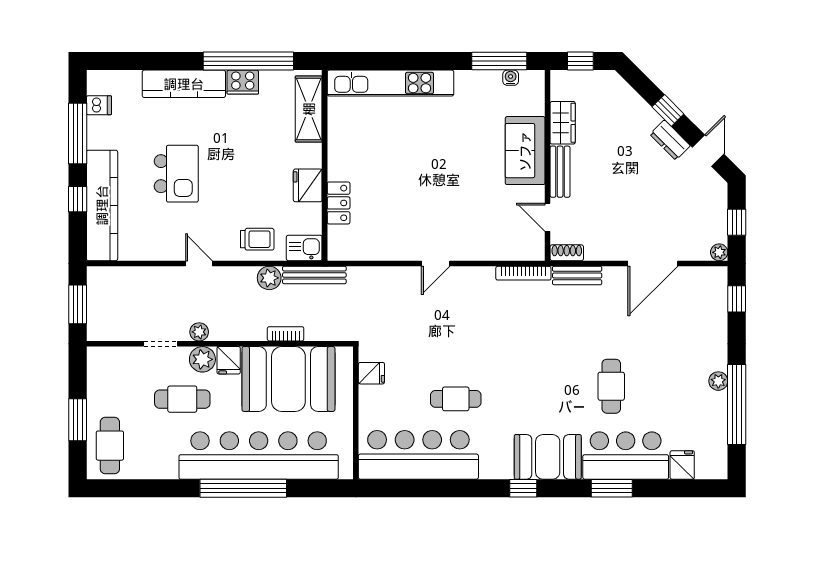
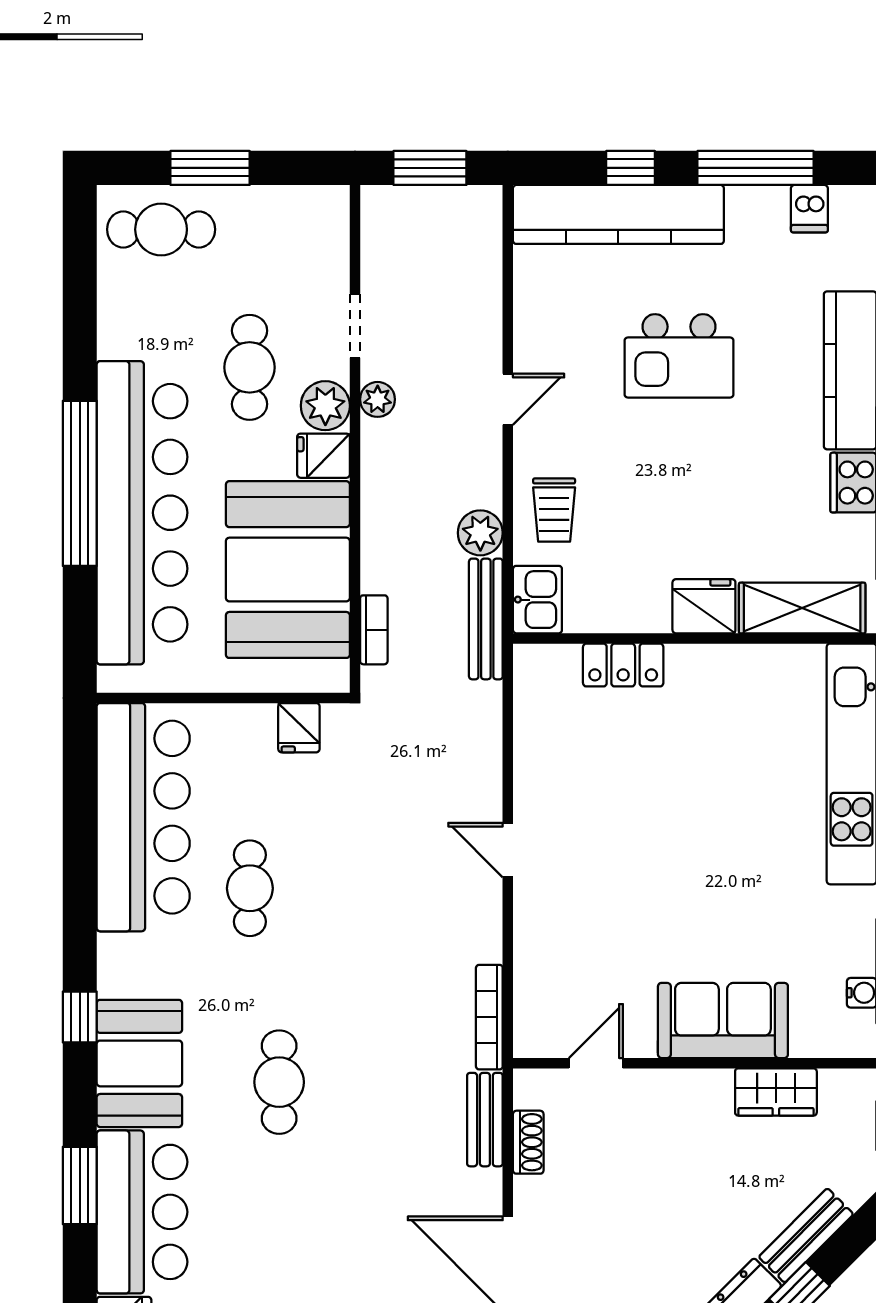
bench: (560, 172) -> (806, 1236), moved, turned -45
fridge: (308, 185) -> (704, 606), moved
shoe rack: (567, 253) -> (528, 1142), moved
bookcase: (286, 334) -> (374, 630), moved
cafe table: (611, 386) -> (279, 1082), moved, turned 90

